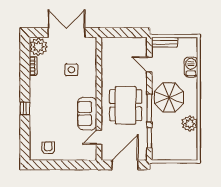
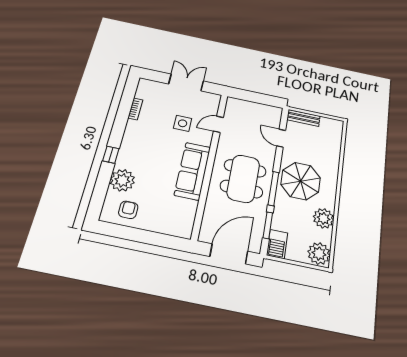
double door: (67, 33) -> (186, 83), width x0.73
plant: (38, 47) -> (122, 180), moved
barbecue: (191, 67) -> (277, 244), moved, turned 180
sofa: (87, 114) -> (193, 171), width x1.36
door: (99, 137) -> (218, 124), moved
plant: (189, 151) -> (319, 254), added

